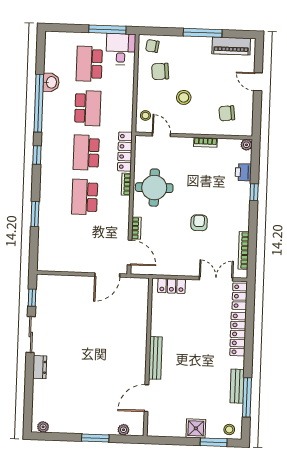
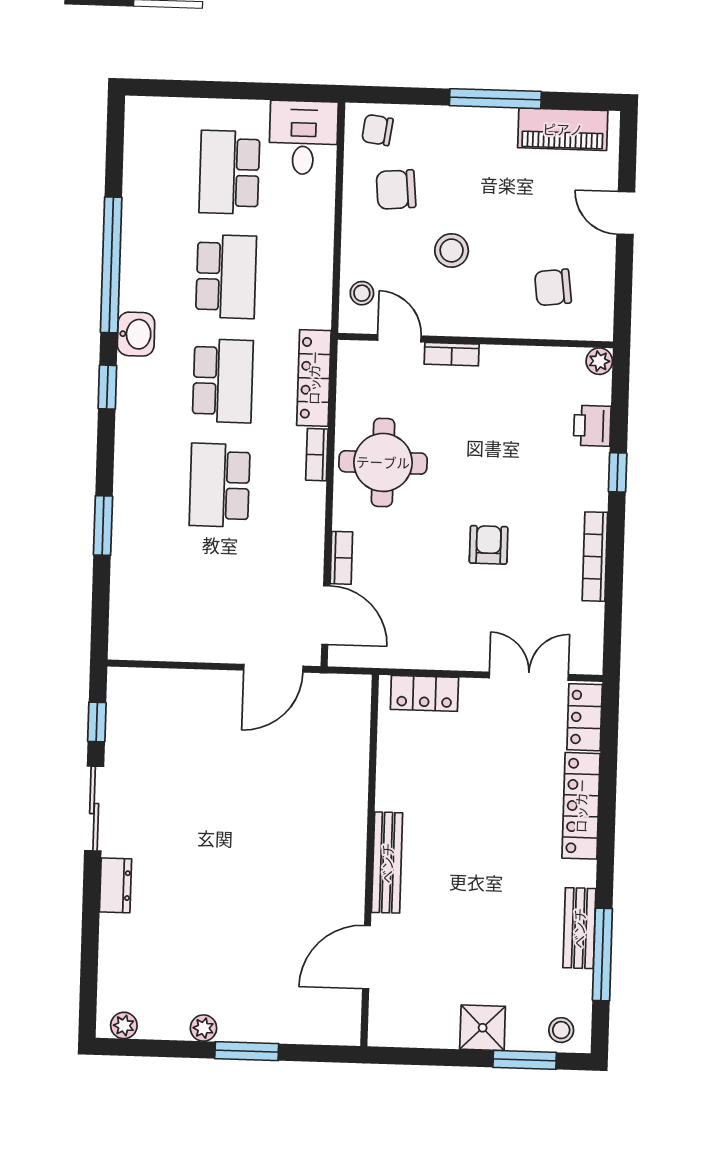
window: (107, 29) -> (272, 92), removed
washbasin: (51, 82) -> (136, 334), moved
bookcase: (205, 142) -> (452, 354), moved
school desk: (86, 153) -> (223, 381), turned 180
bookcase: (244, 250) -> (595, 557), moved
plant: (123, 430) -> (203, 1028), moved

